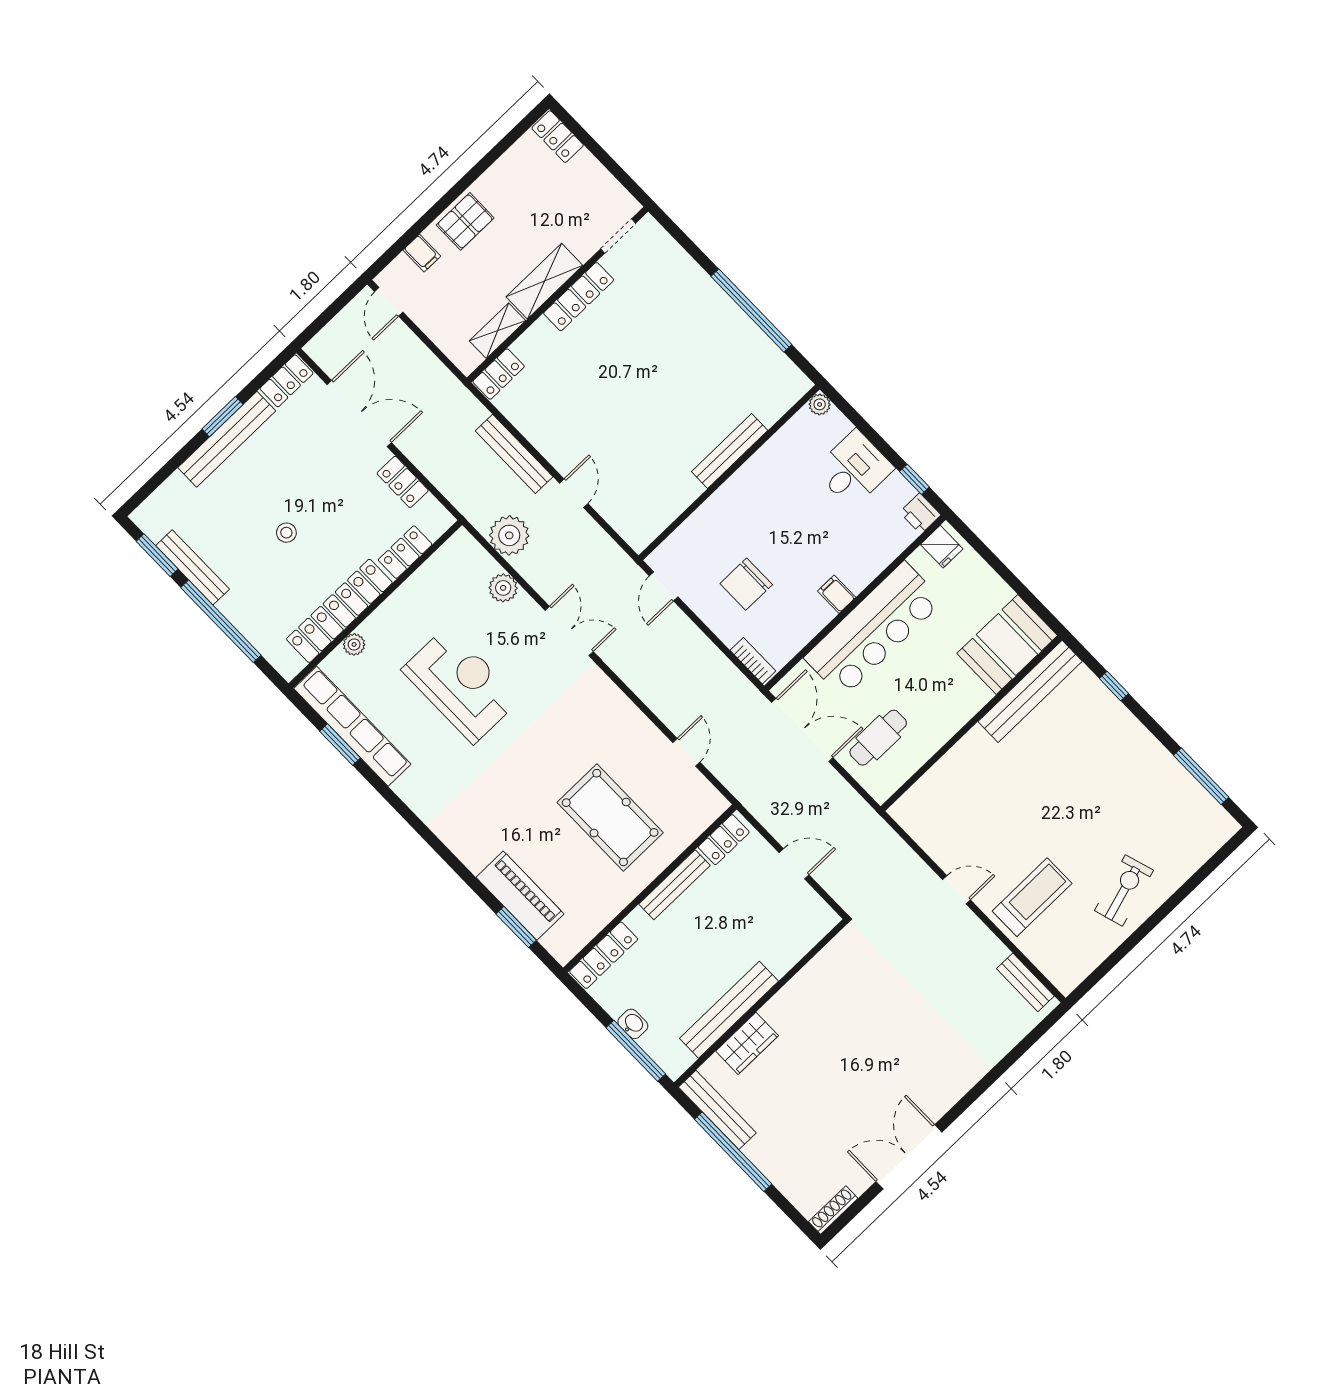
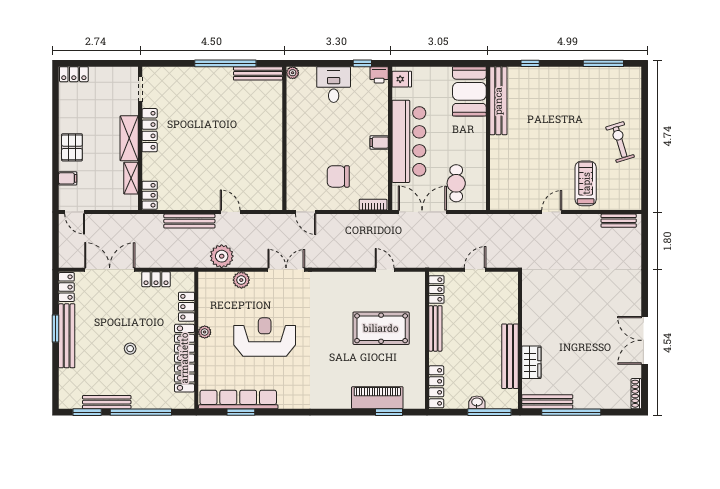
bench: (730, 451) -> (258, 73), moved, turned 90
chair: (746, 584) -> (338, 176), turned 90
plant: (354, 644) -> (205, 332), moved

